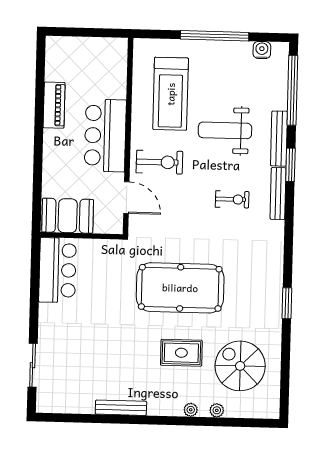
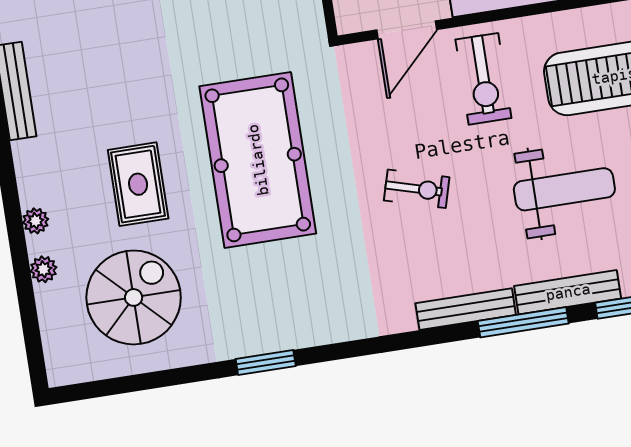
weight bench: (225, 130) -> (564, 189), turned 90
window: (290, 165) -> (523, 322), width x1.44
exercise bike: (232, 199) -> (417, 189), moved, turned -74

